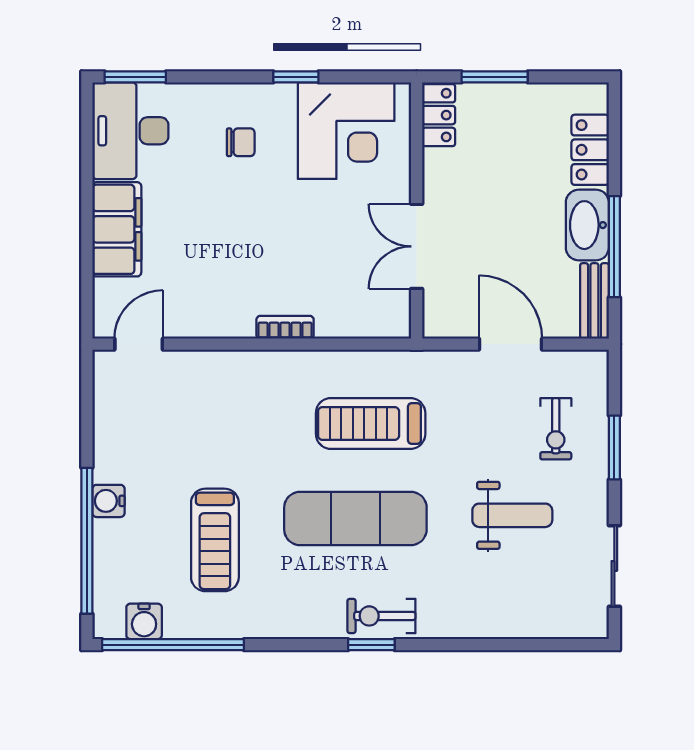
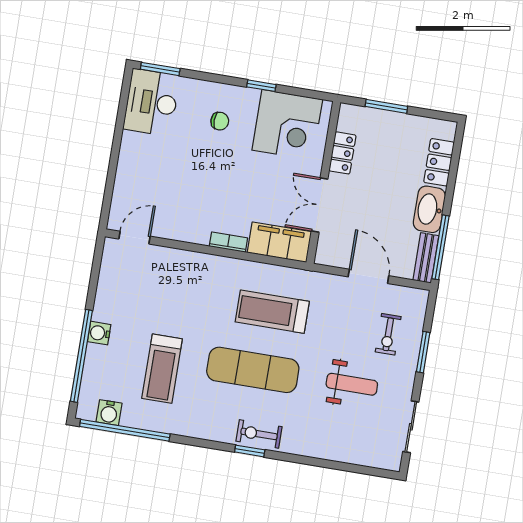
locker: (439, 115) -> (342, 153), moved
filing cabinet: (117, 229) -> (279, 242), moved, turned -90
window: (614, 247) -> (441, 247), moved

